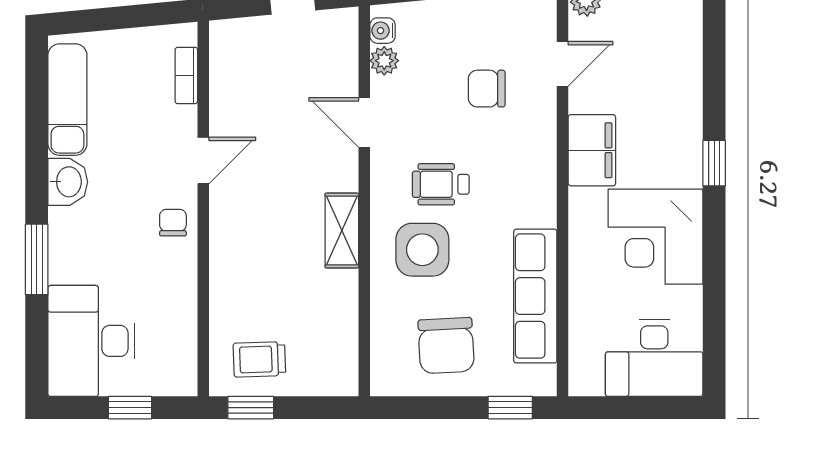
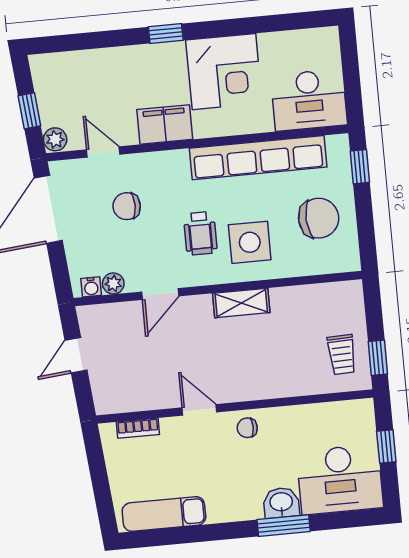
chair: (487, 89) -> (127, 206), turned 90
washbasin: (68, 182) -> (281, 503), moved
row of seats: (535, 296) -> (258, 158), width x1.36
desk: (654, 358) -> (309, 100), moved, turned 90

